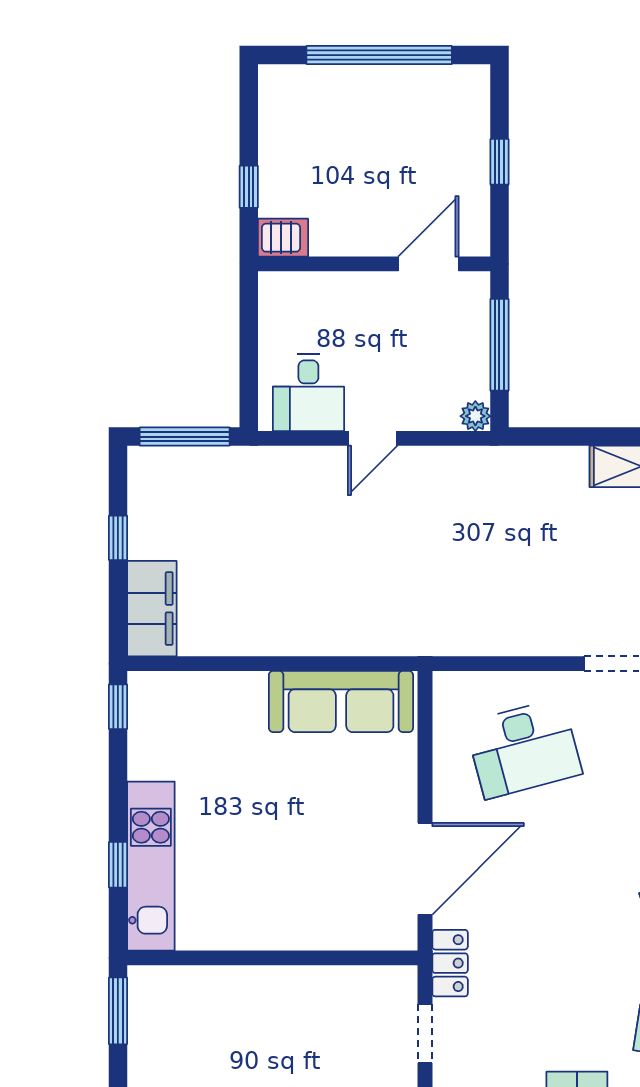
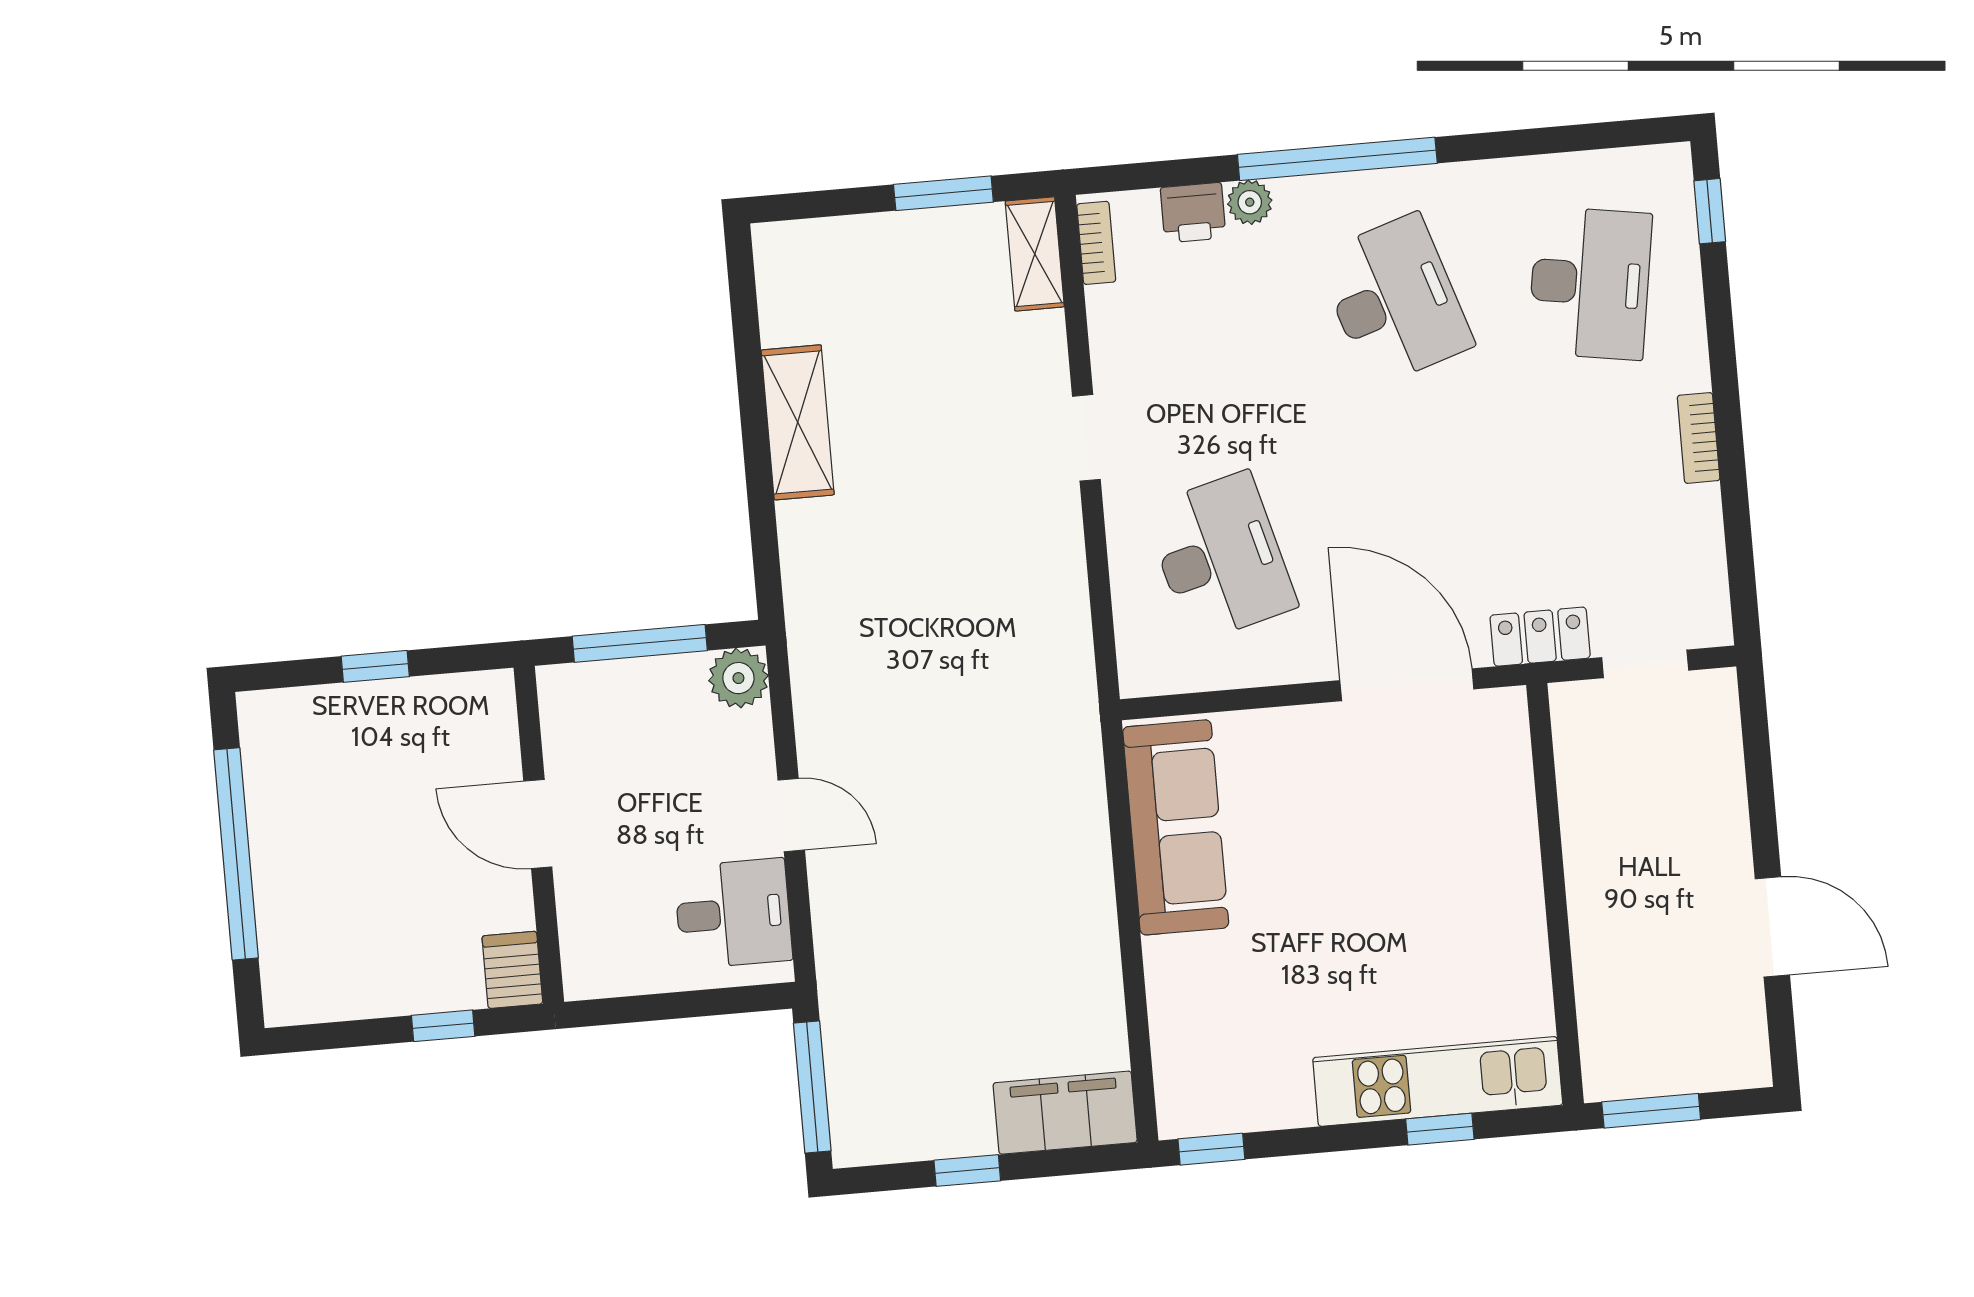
door: (428, 264) -> (538, 824), moved
plant: (475, 416) -> (738, 678), width x1.38, depth x1.38

